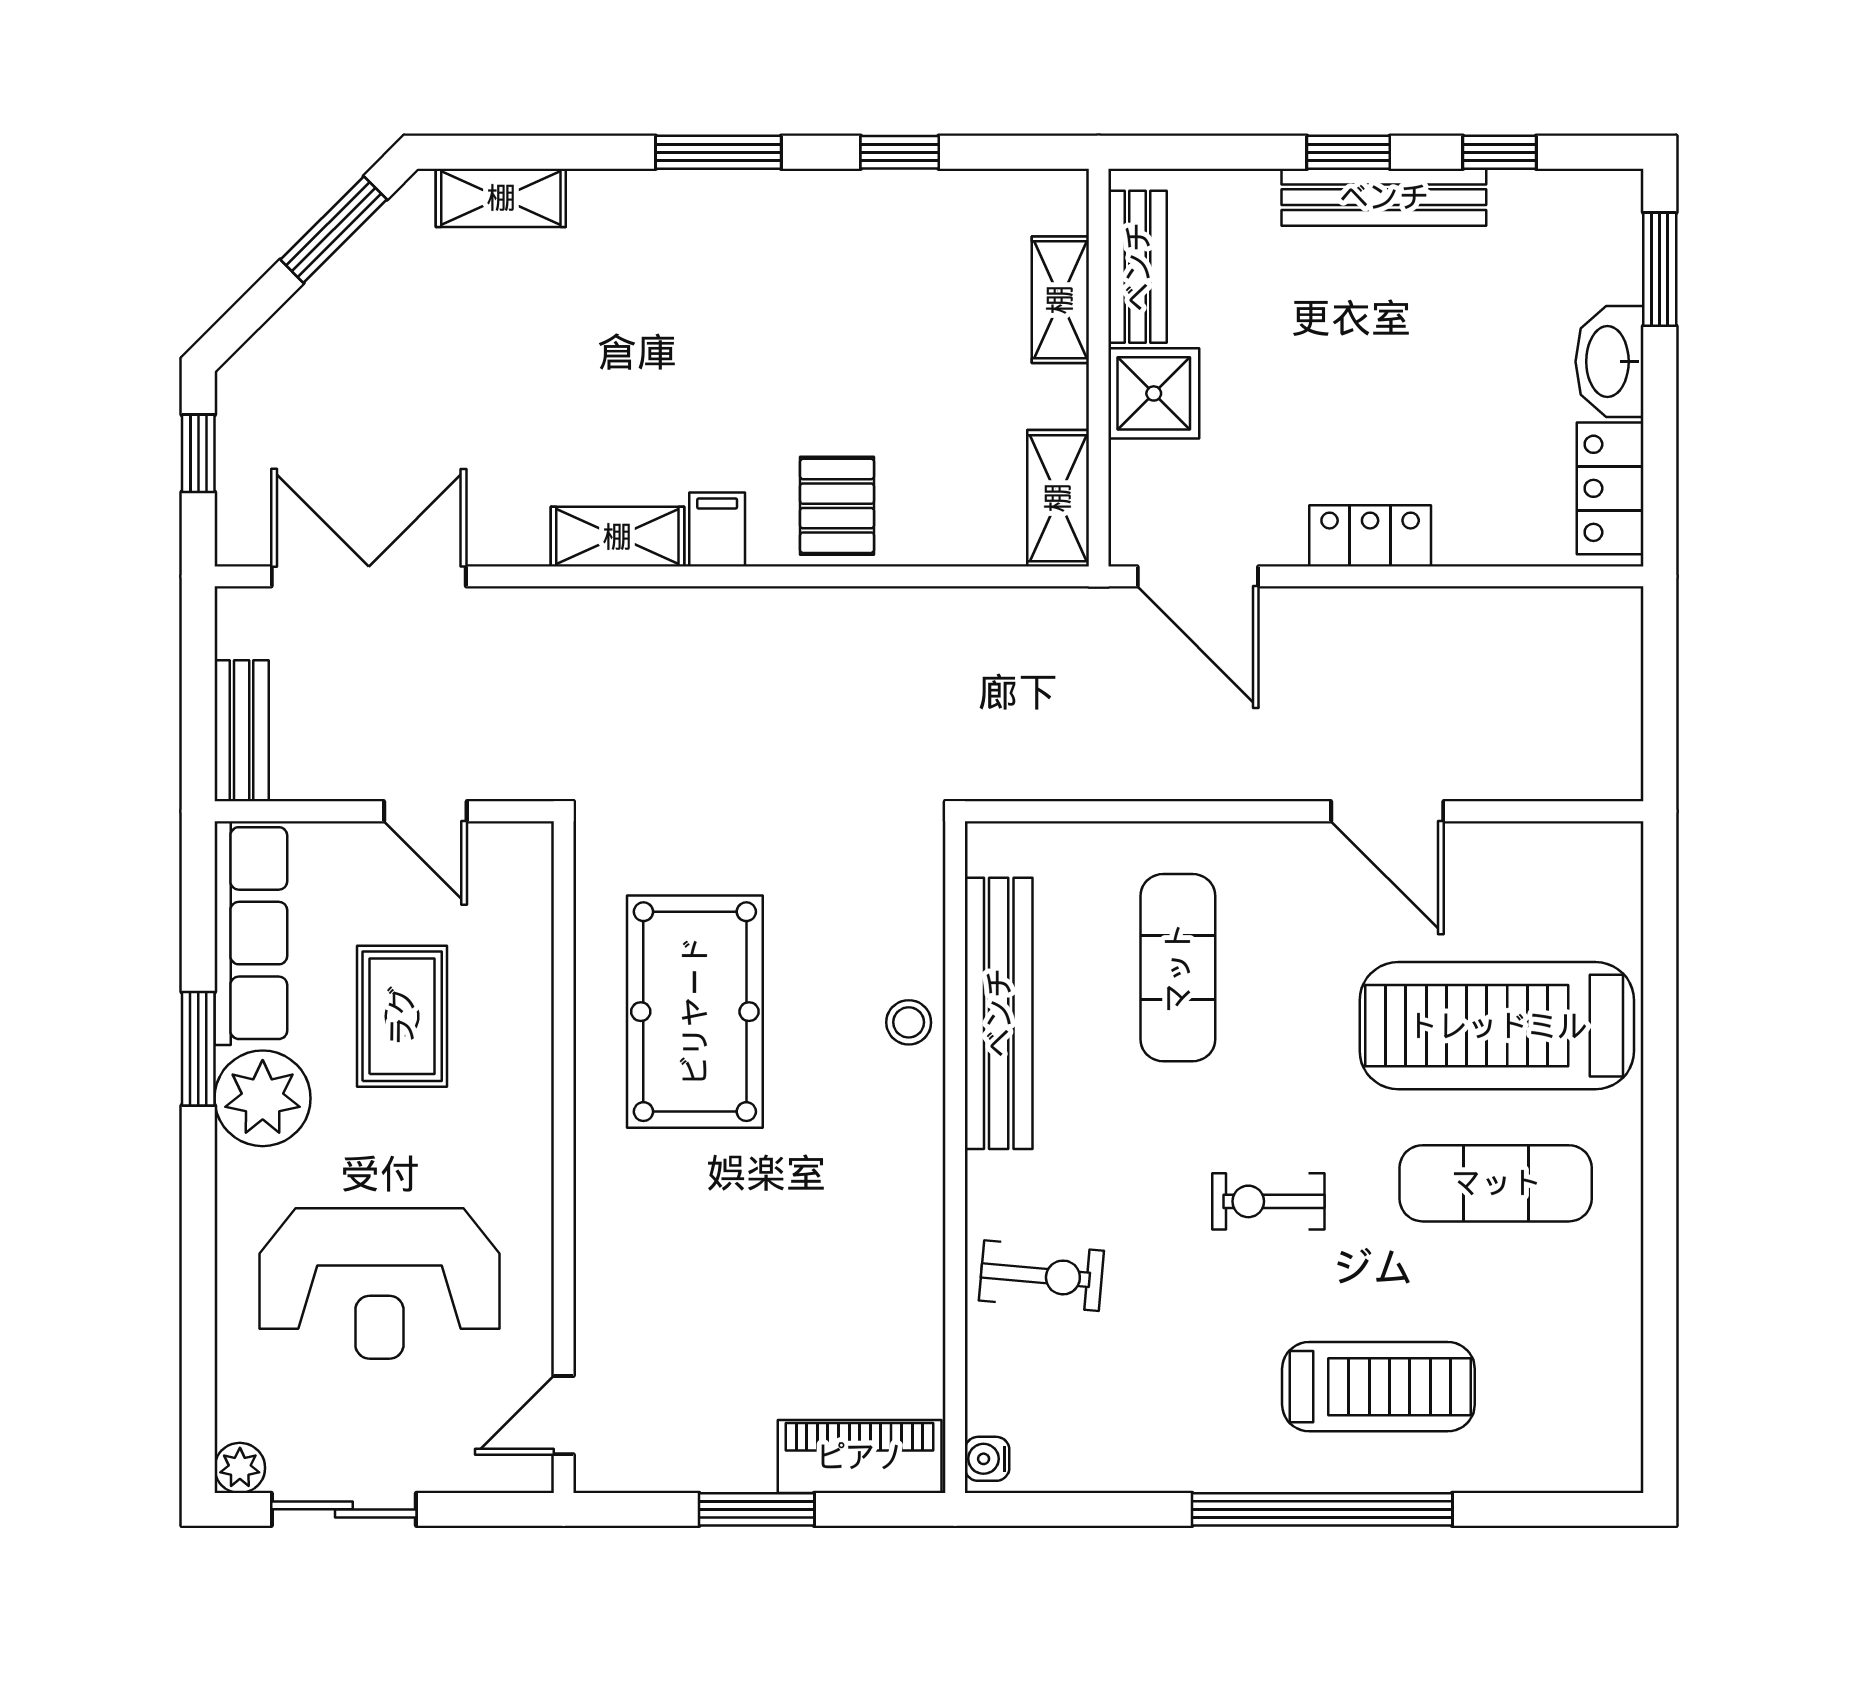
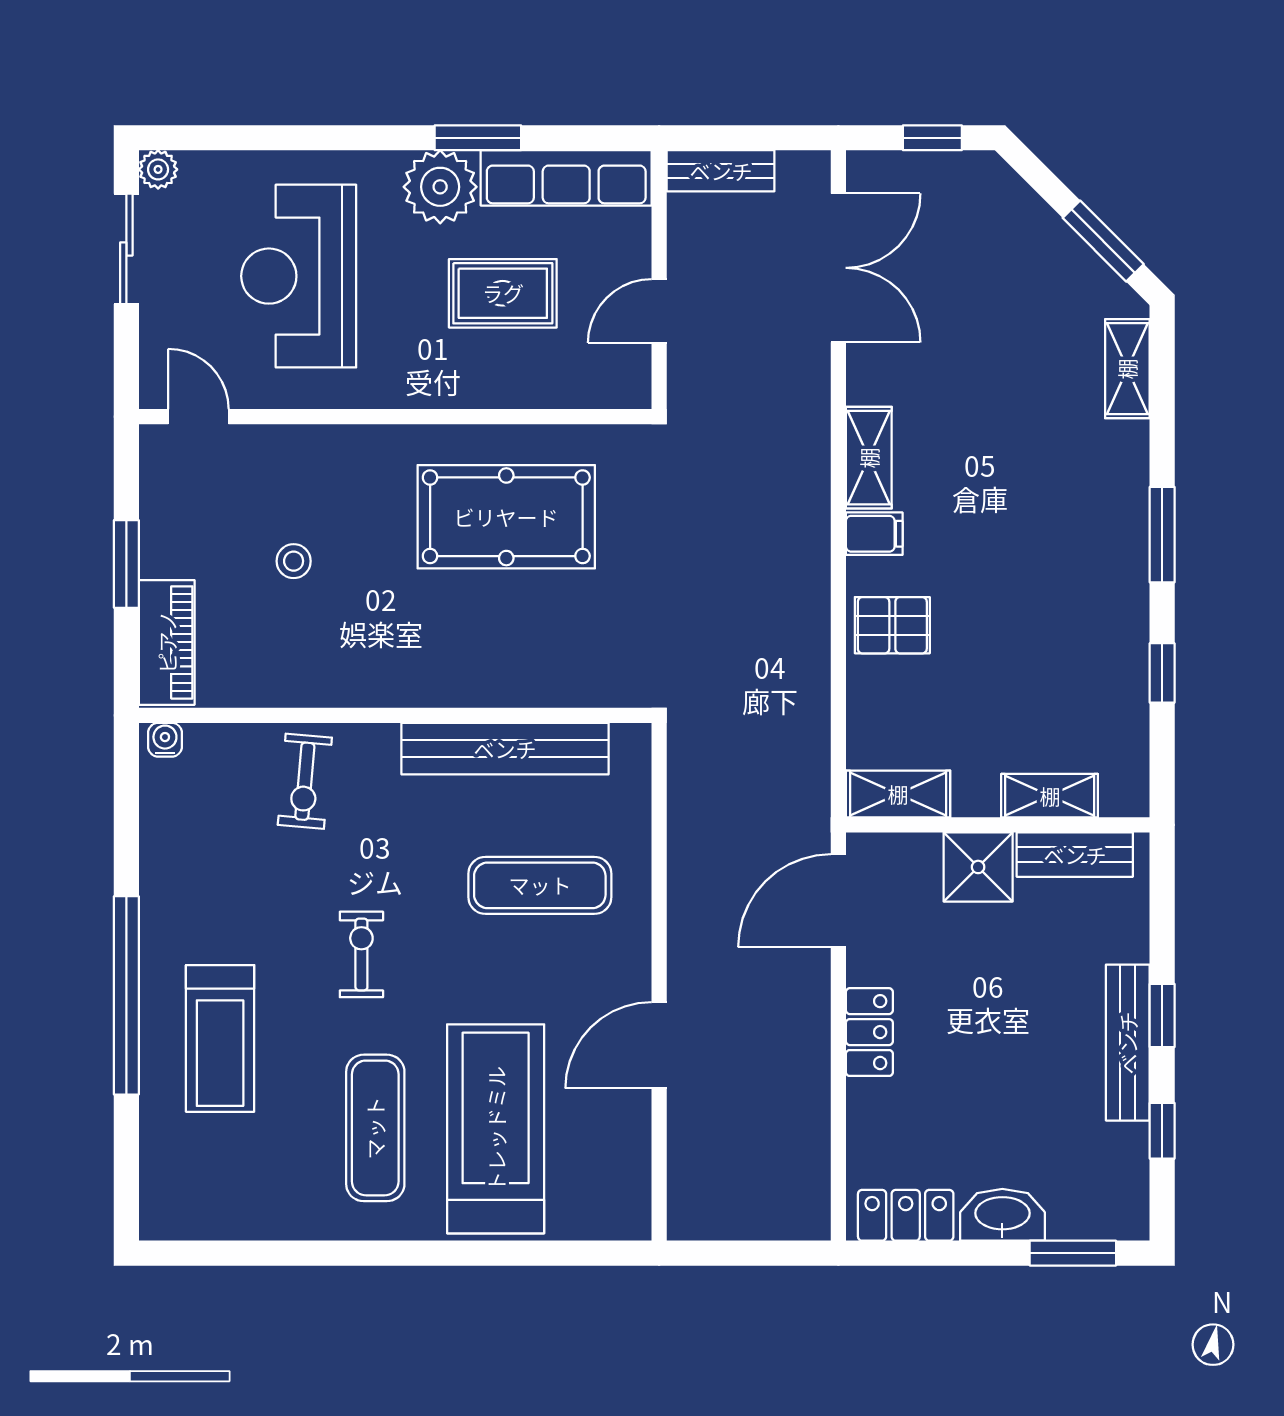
stool: (909, 1022) -> (294, 561), moved

